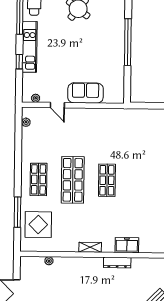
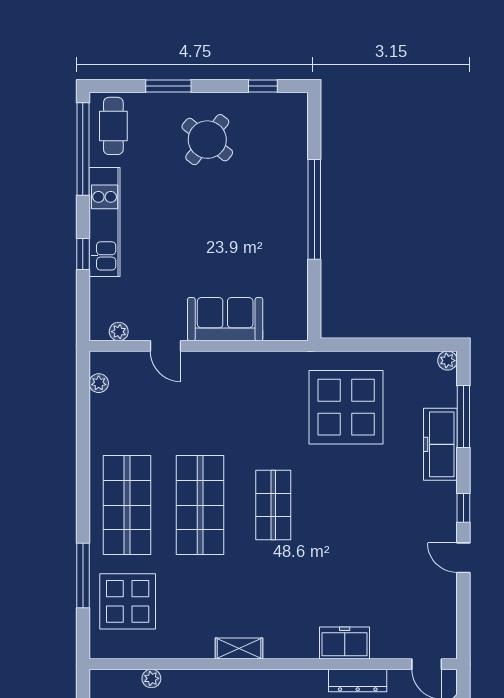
display table: (142, 135) -> (346, 407), added
shop shelf: (38, 179) -> (127, 505), width x1.43, depth x1.36
freezer: (127, 245) -> (345, 643), moved
dresser: (117, 263) -> (358, 680), moved

